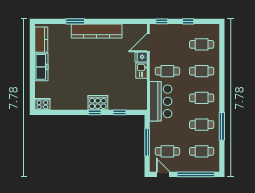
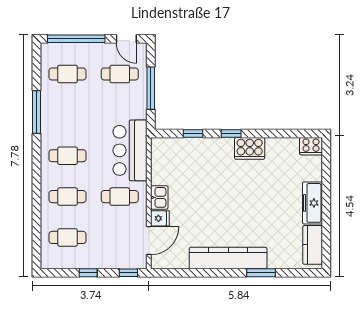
cooker: (98, 103) -> (250, 148), moved
cafe table: (202, 125) -> (67, 115), removed

